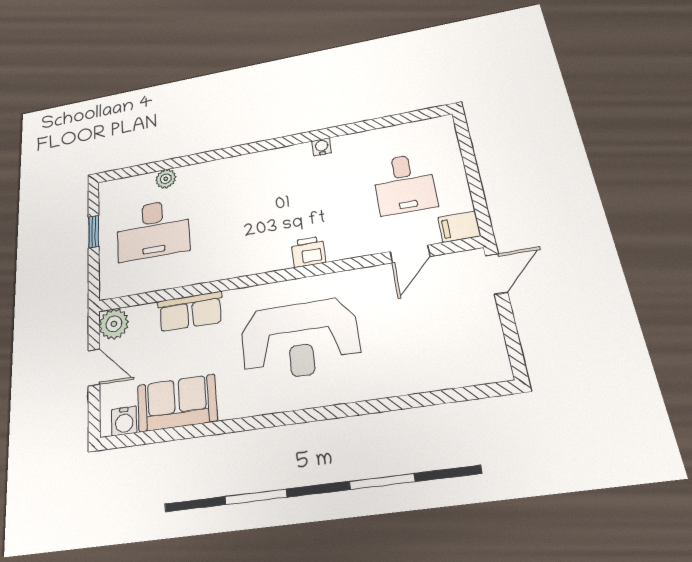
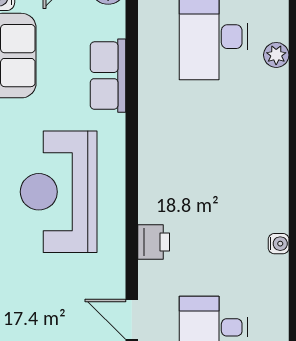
printer: (308, 252) -> (154, 242), moved

